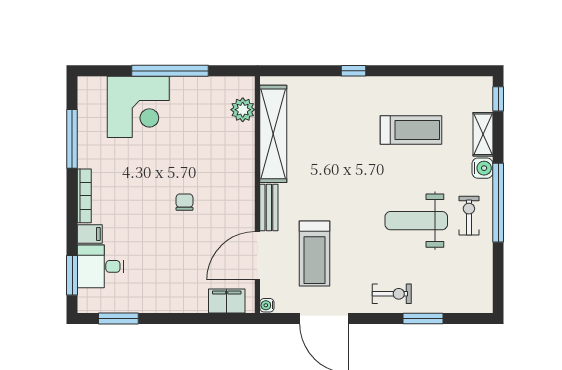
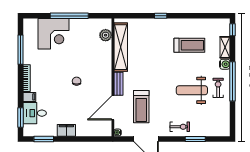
filing cabinet: (227, 301) -> (66, 130), moved

